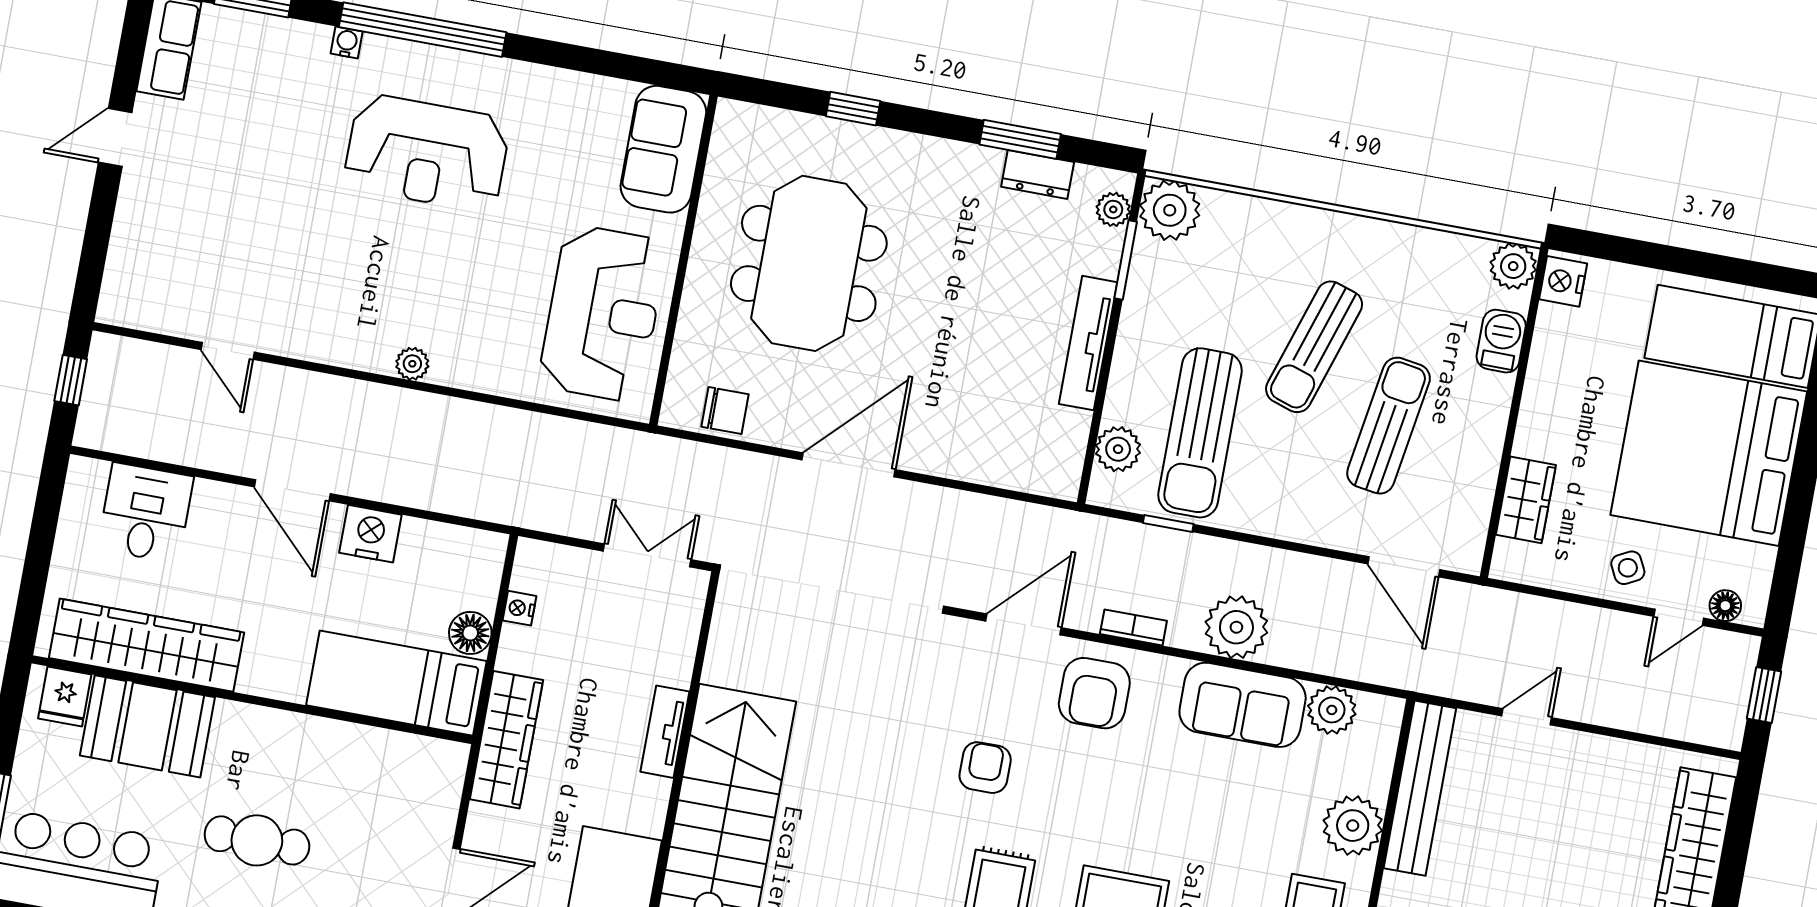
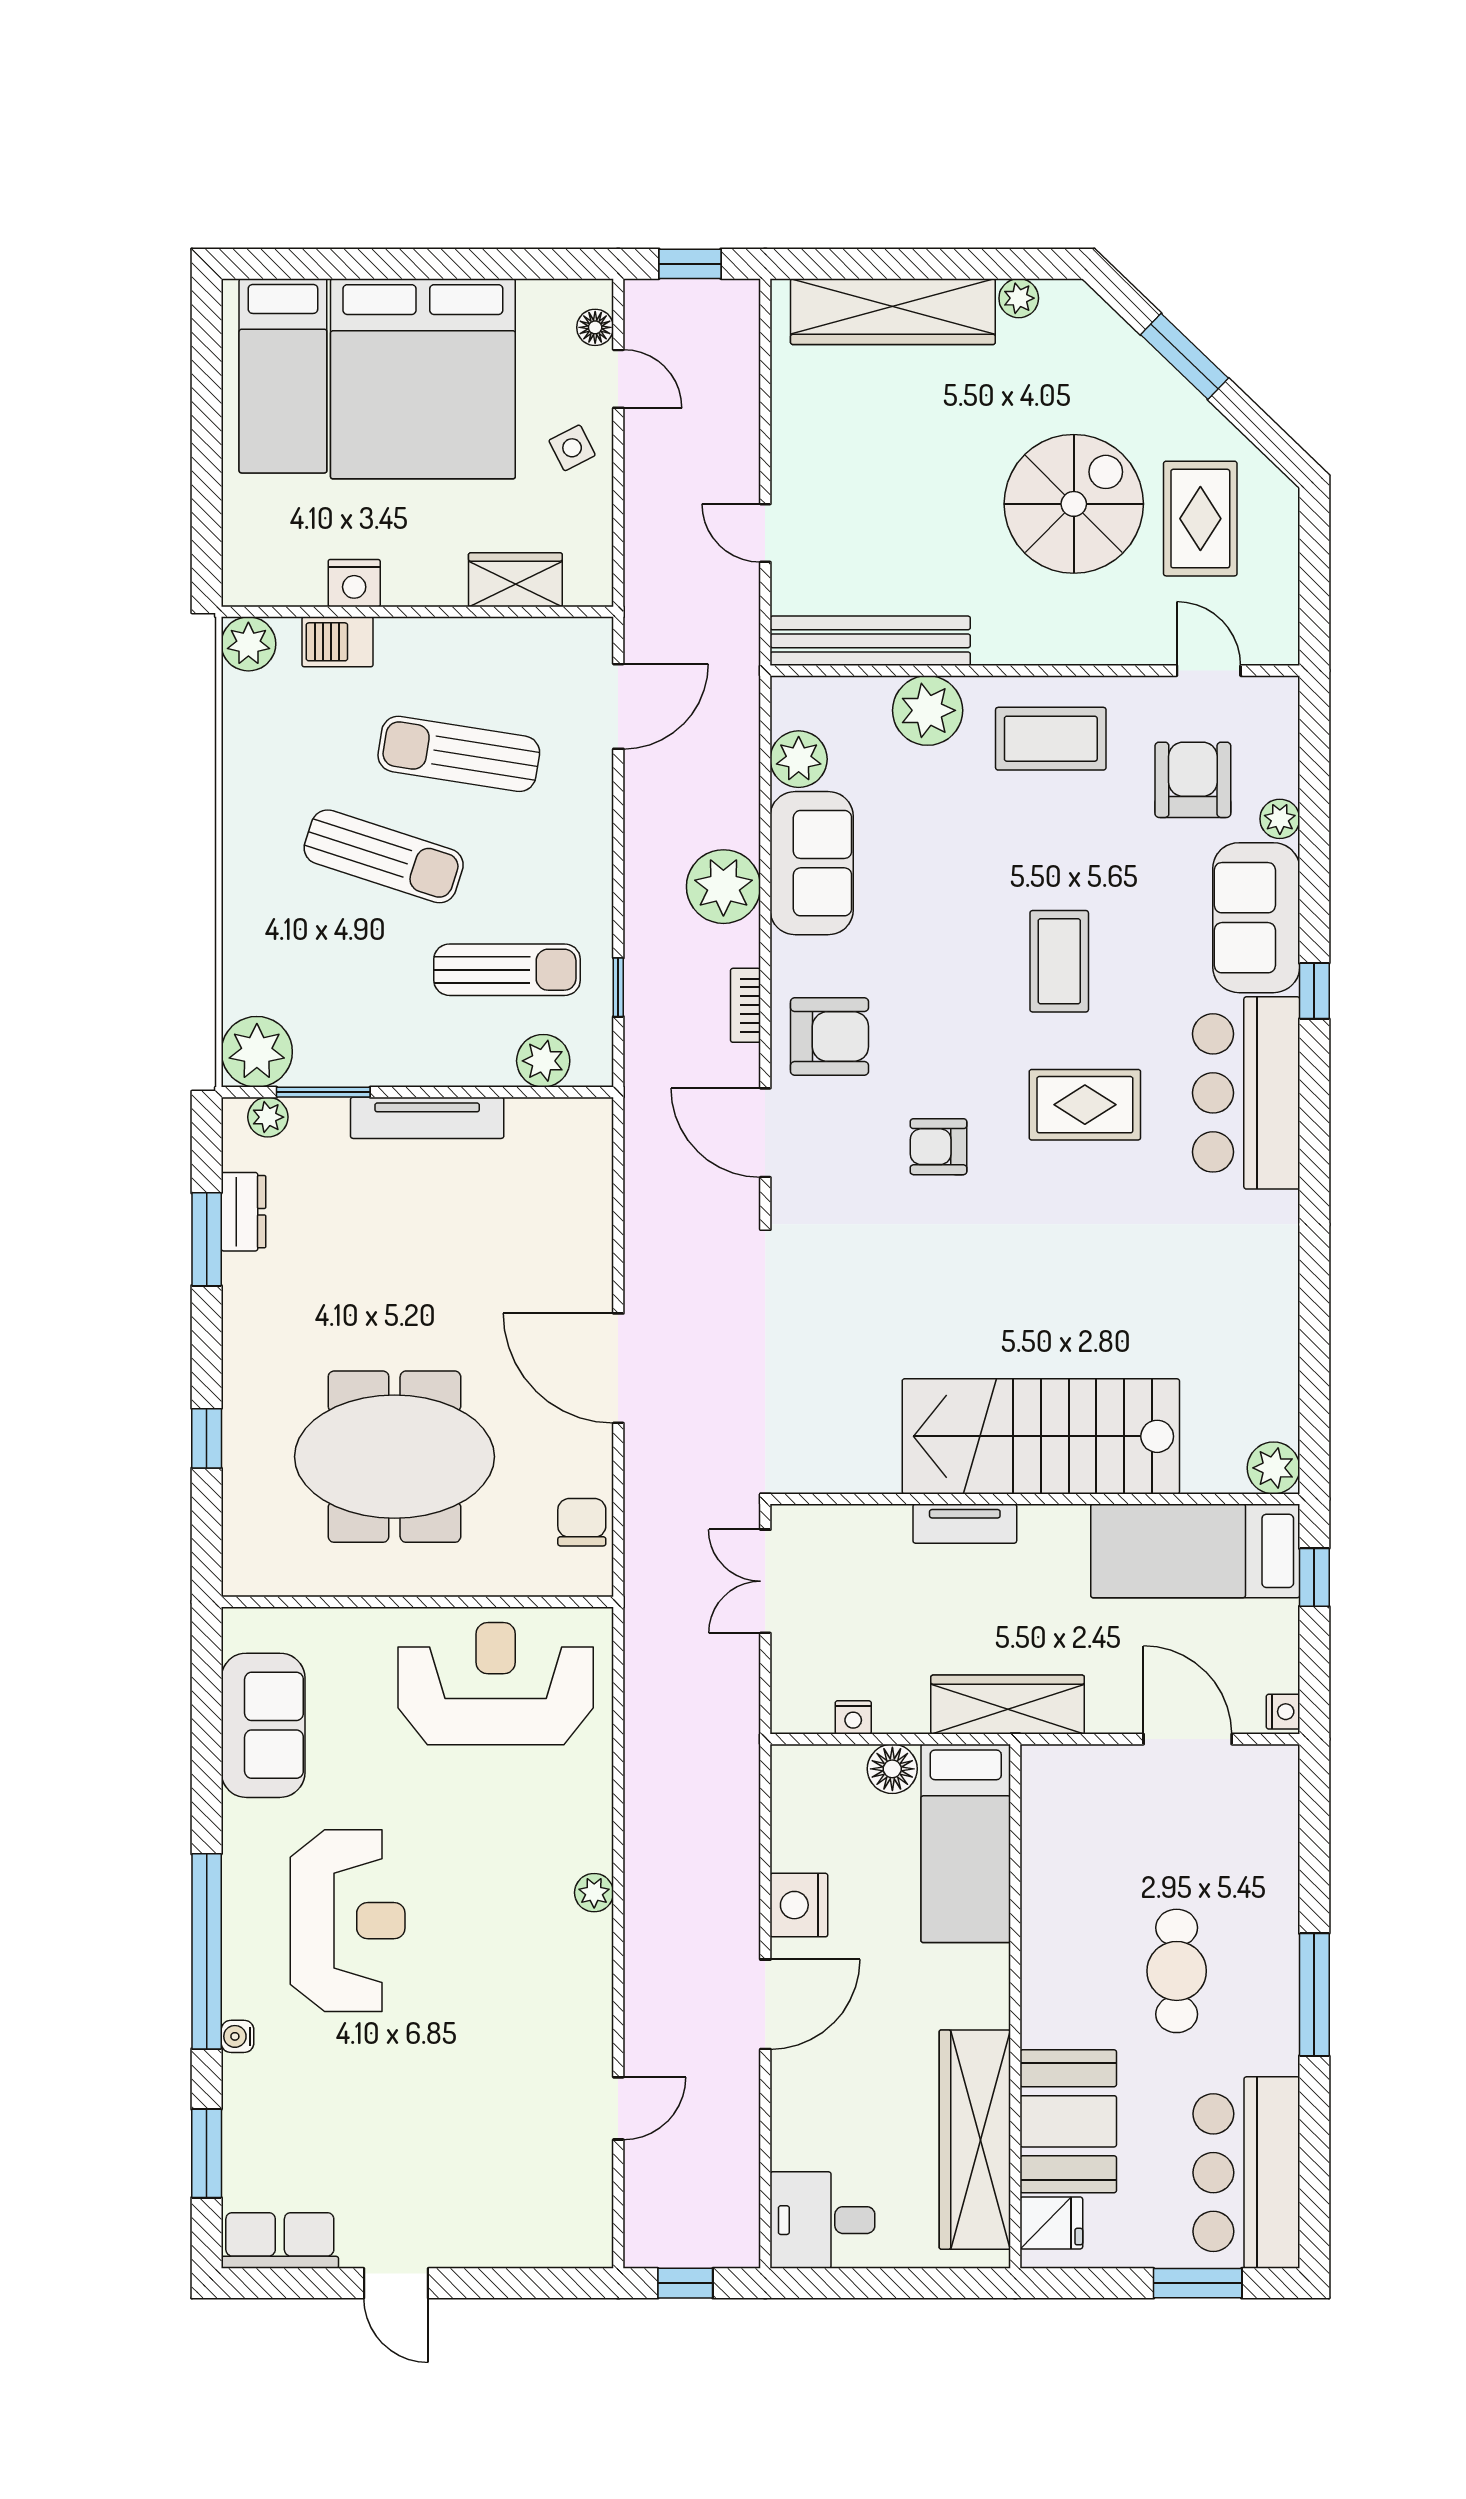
sofa: (663, 149) -> (263, 1725), moved, turned -90
nightstand: (1563, 281) -> (354, 583), moved
sun lounger: (1200, 433) -> (507, 970), width x0.73, depth x0.75
desk: (146, 513) -> (822, 2220), moved

